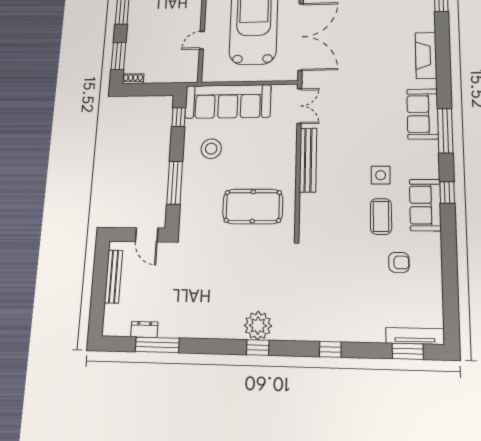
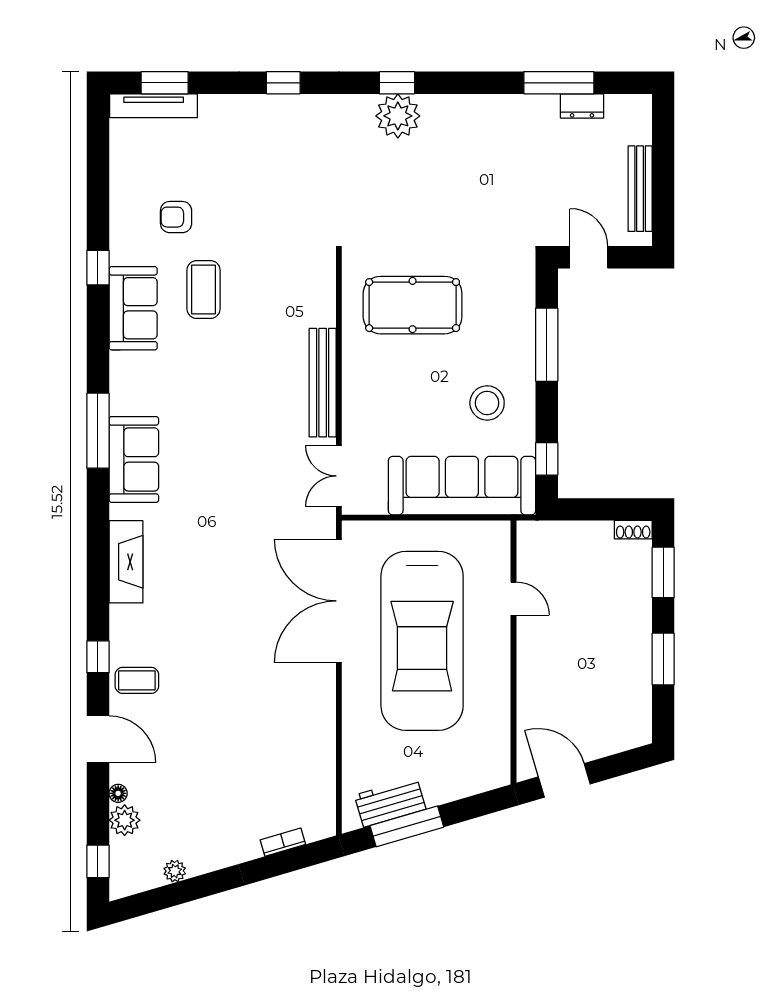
door: (202, 40) -> (513, 599), hinge flipped
side table: (381, 175) -> (204, 357), removed
window: (447, 192) -> (98, 268), moved

